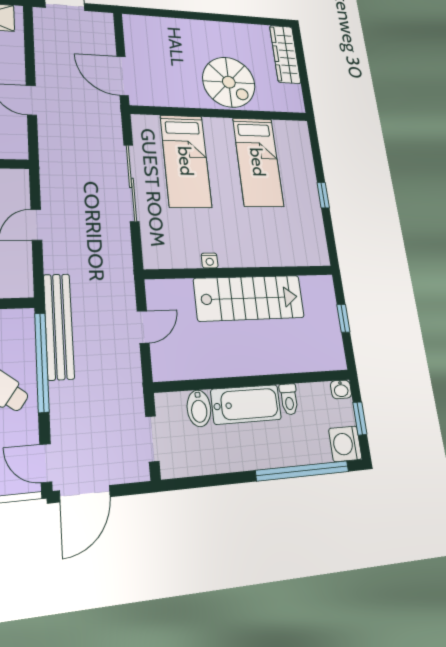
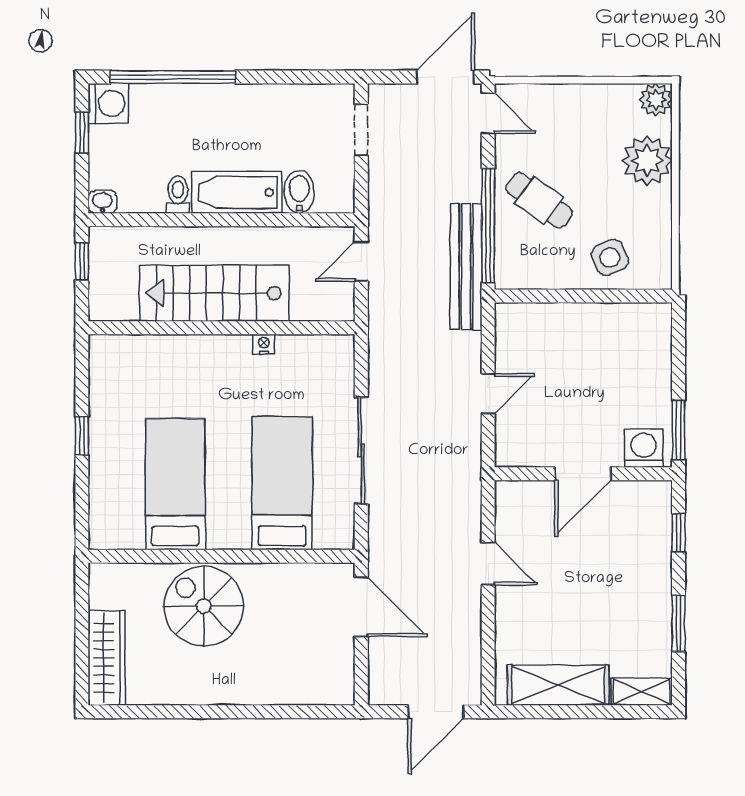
wall: (255, 381) -> (222, 220), moved
washbasin: (341, 389) -> (102, 202), moved
toilet: (289, 399) -> (178, 195), moved
bathtub: (246, 404) -> (237, 192), moved
bidet: (199, 408) -> (299, 192), moved

